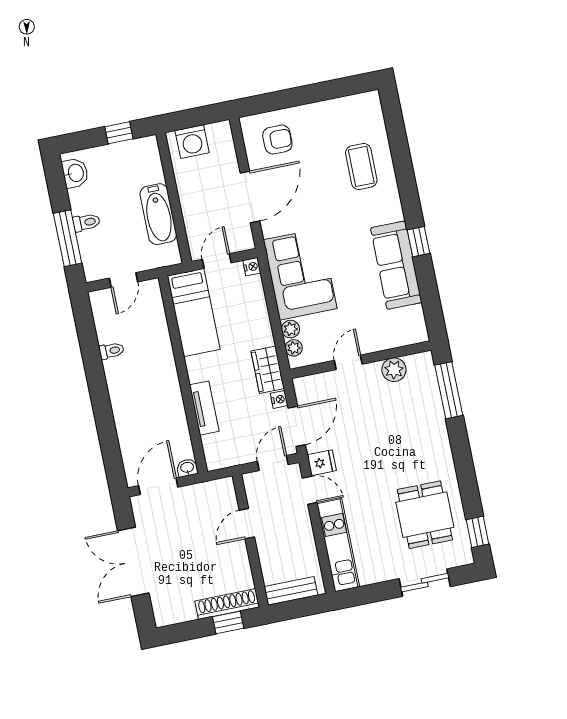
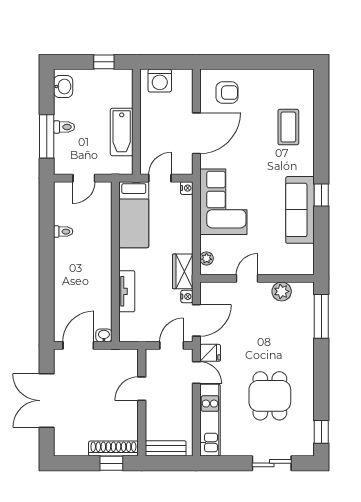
plant: (290, 329) -> (207, 243), removed
dining table: (425, 515) -> (270, 396), moved

